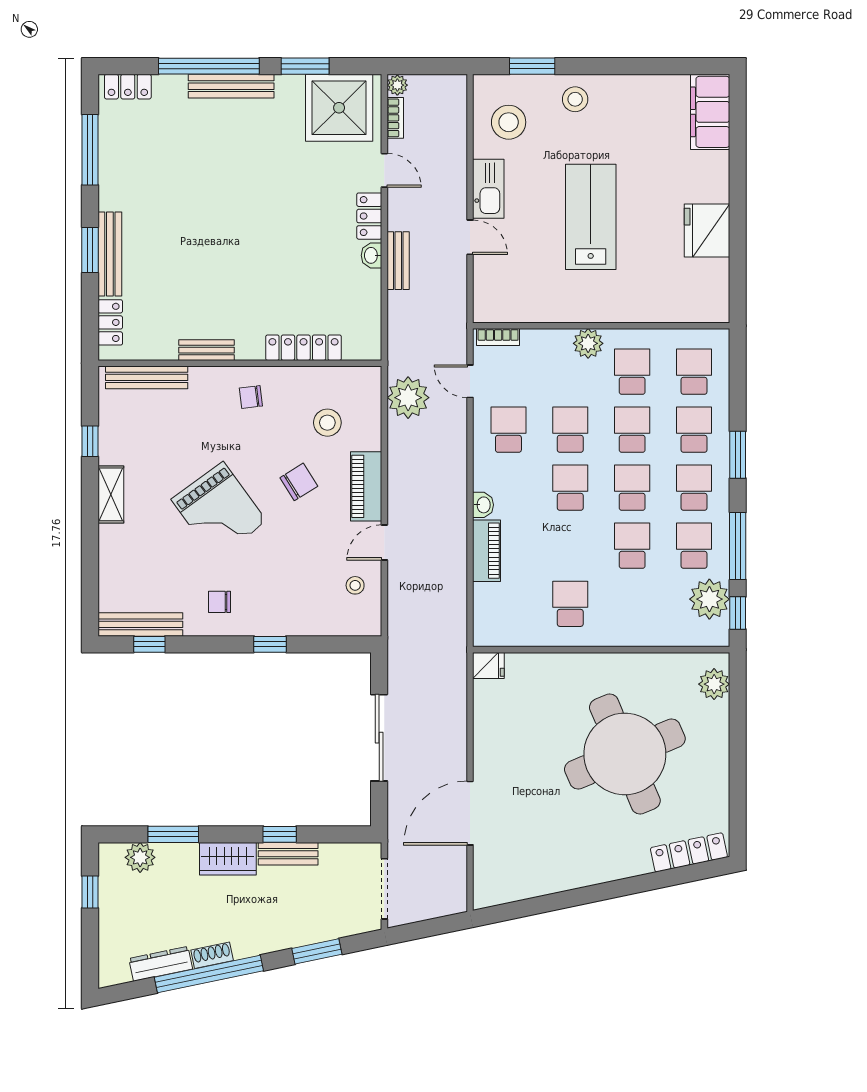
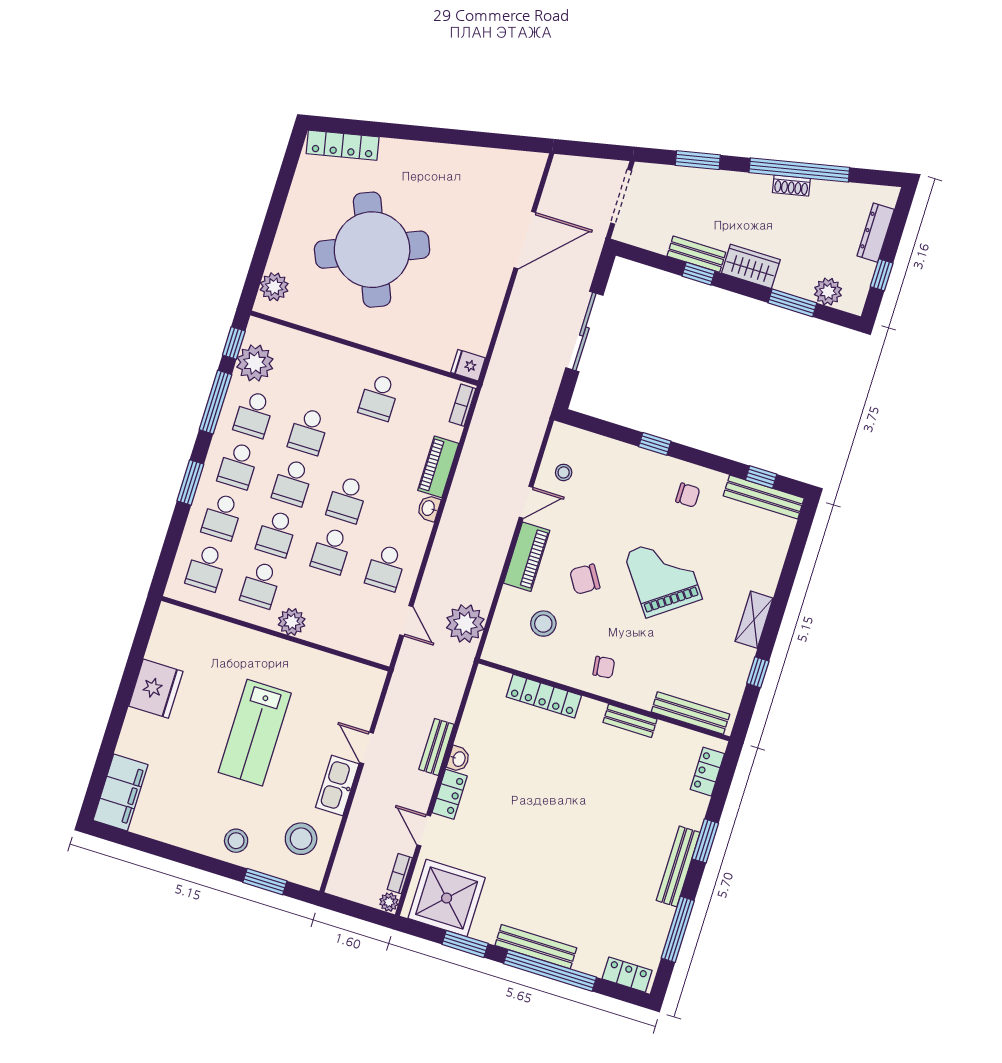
bench: (110, 254) -> (678, 866), moved
bookcase: (498, 337) -> (463, 405), moved, turned -90
dresser: (161, 964) -> (876, 233), moved, turned 102

